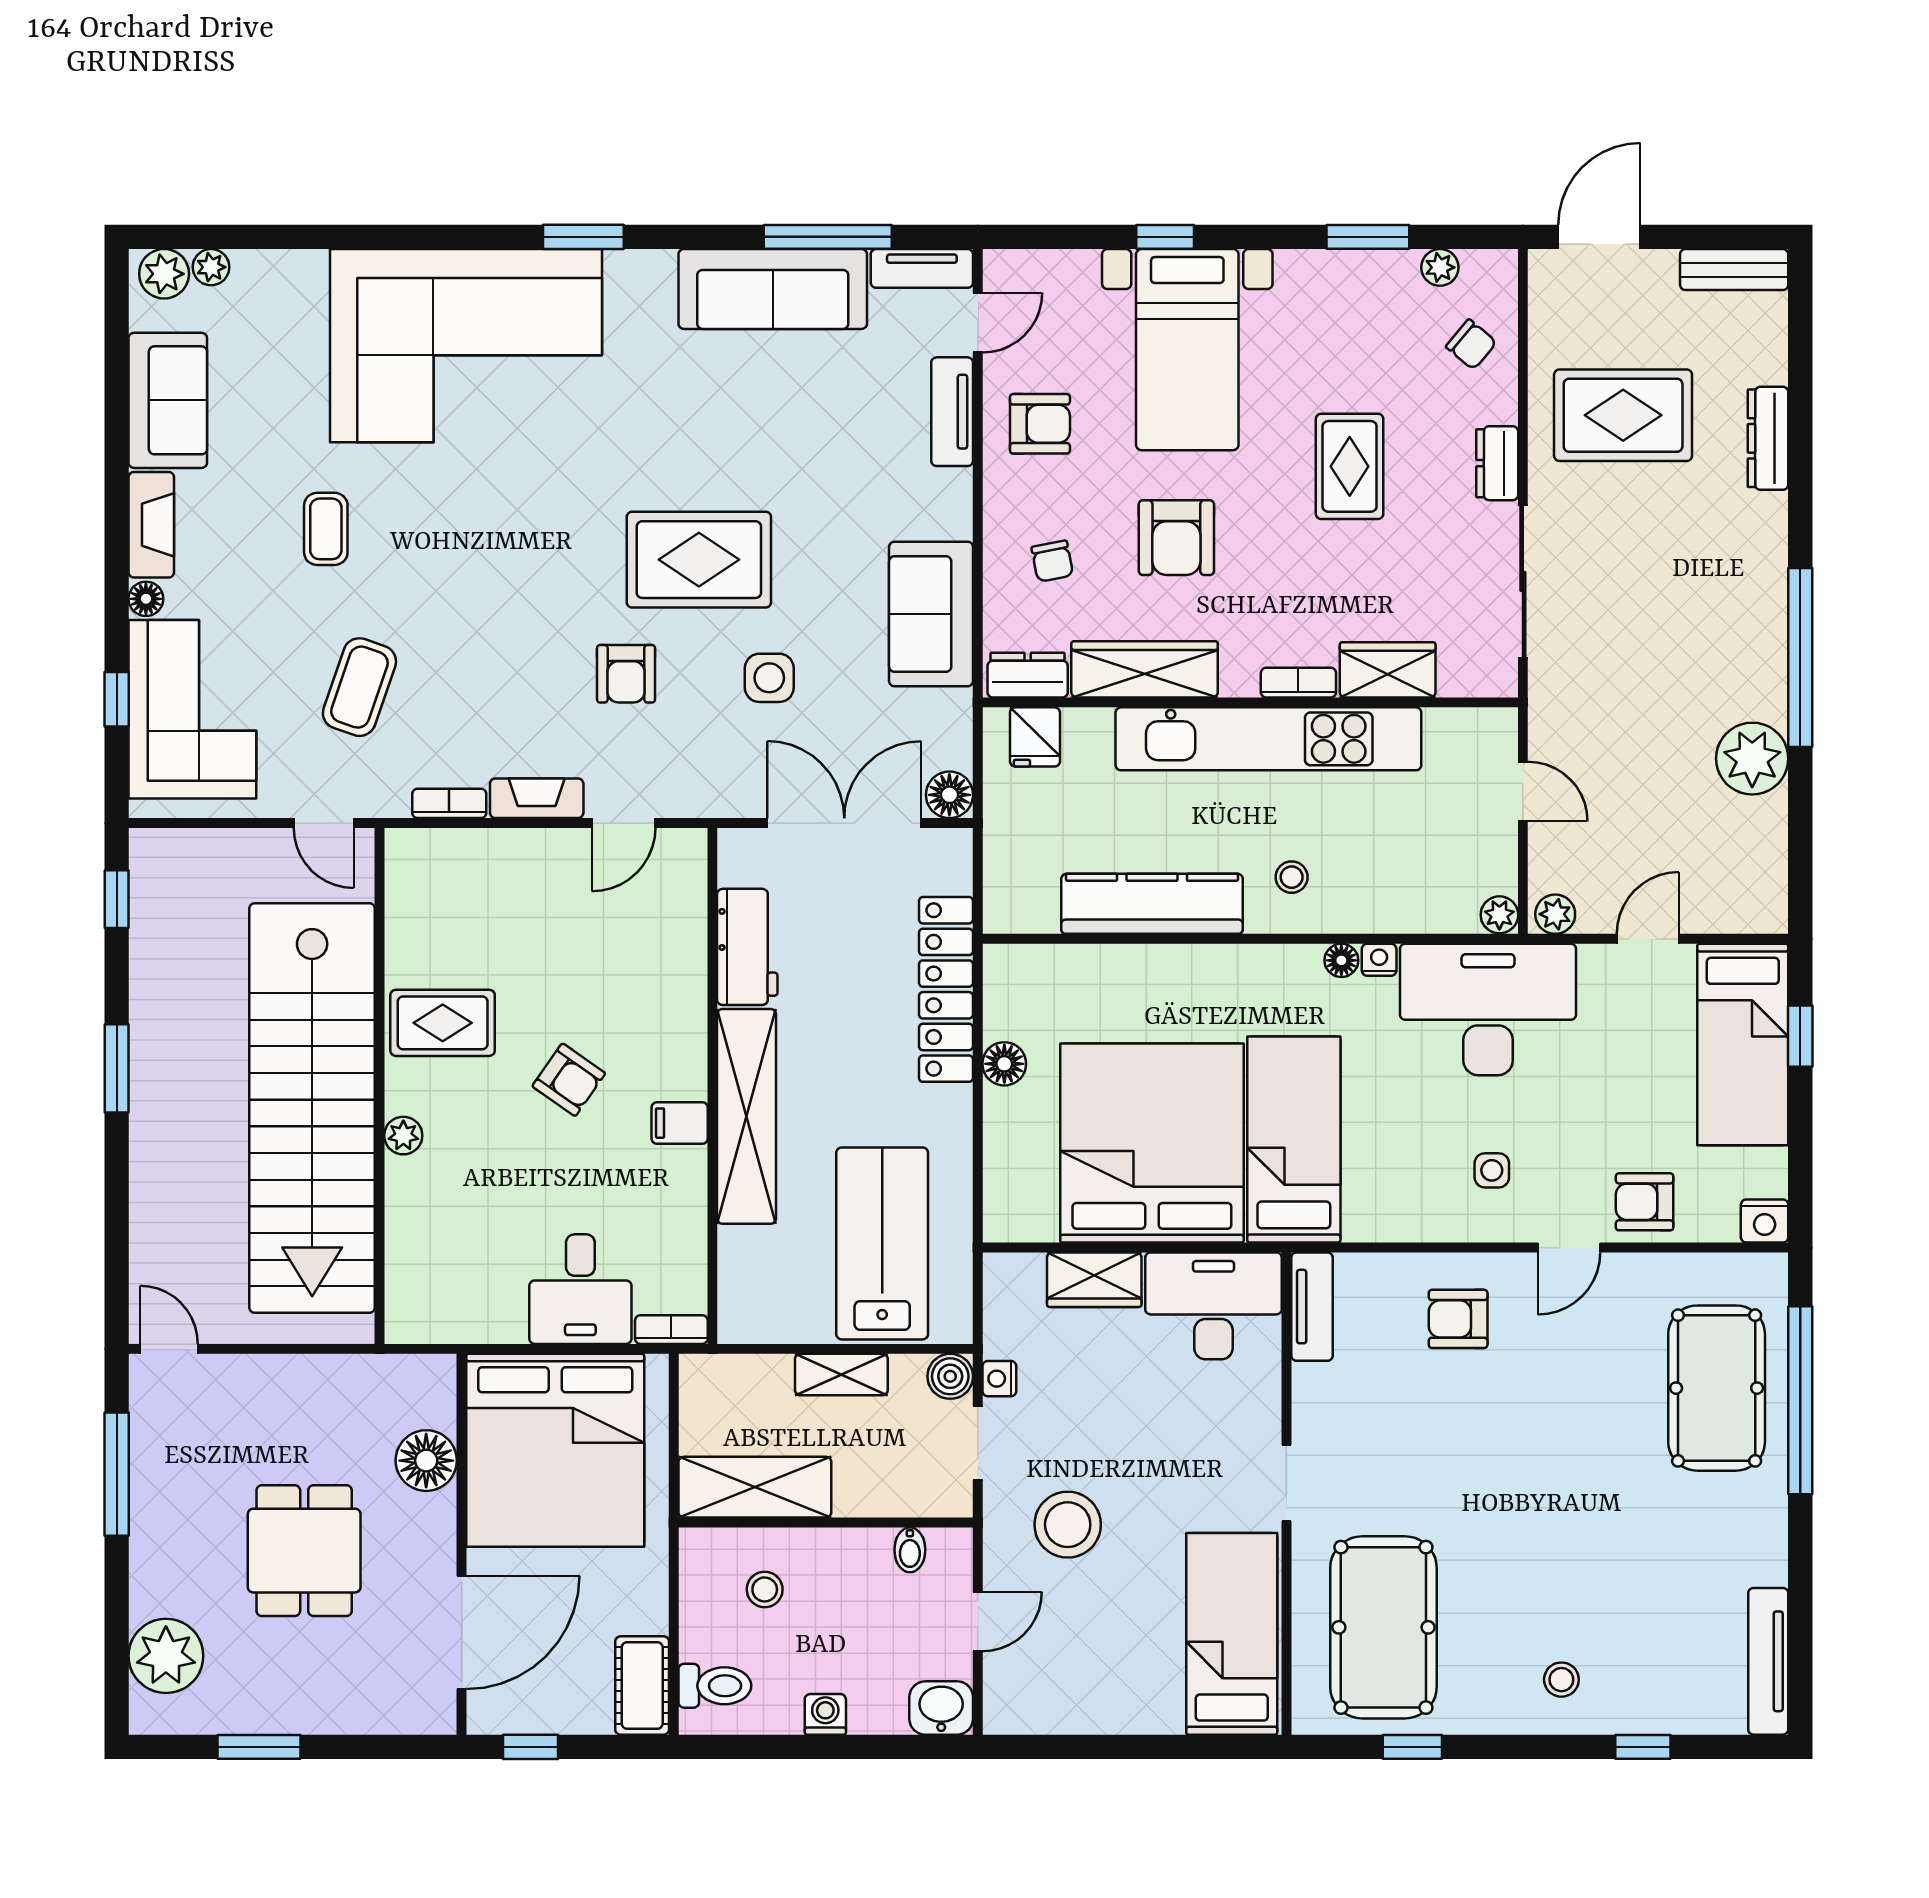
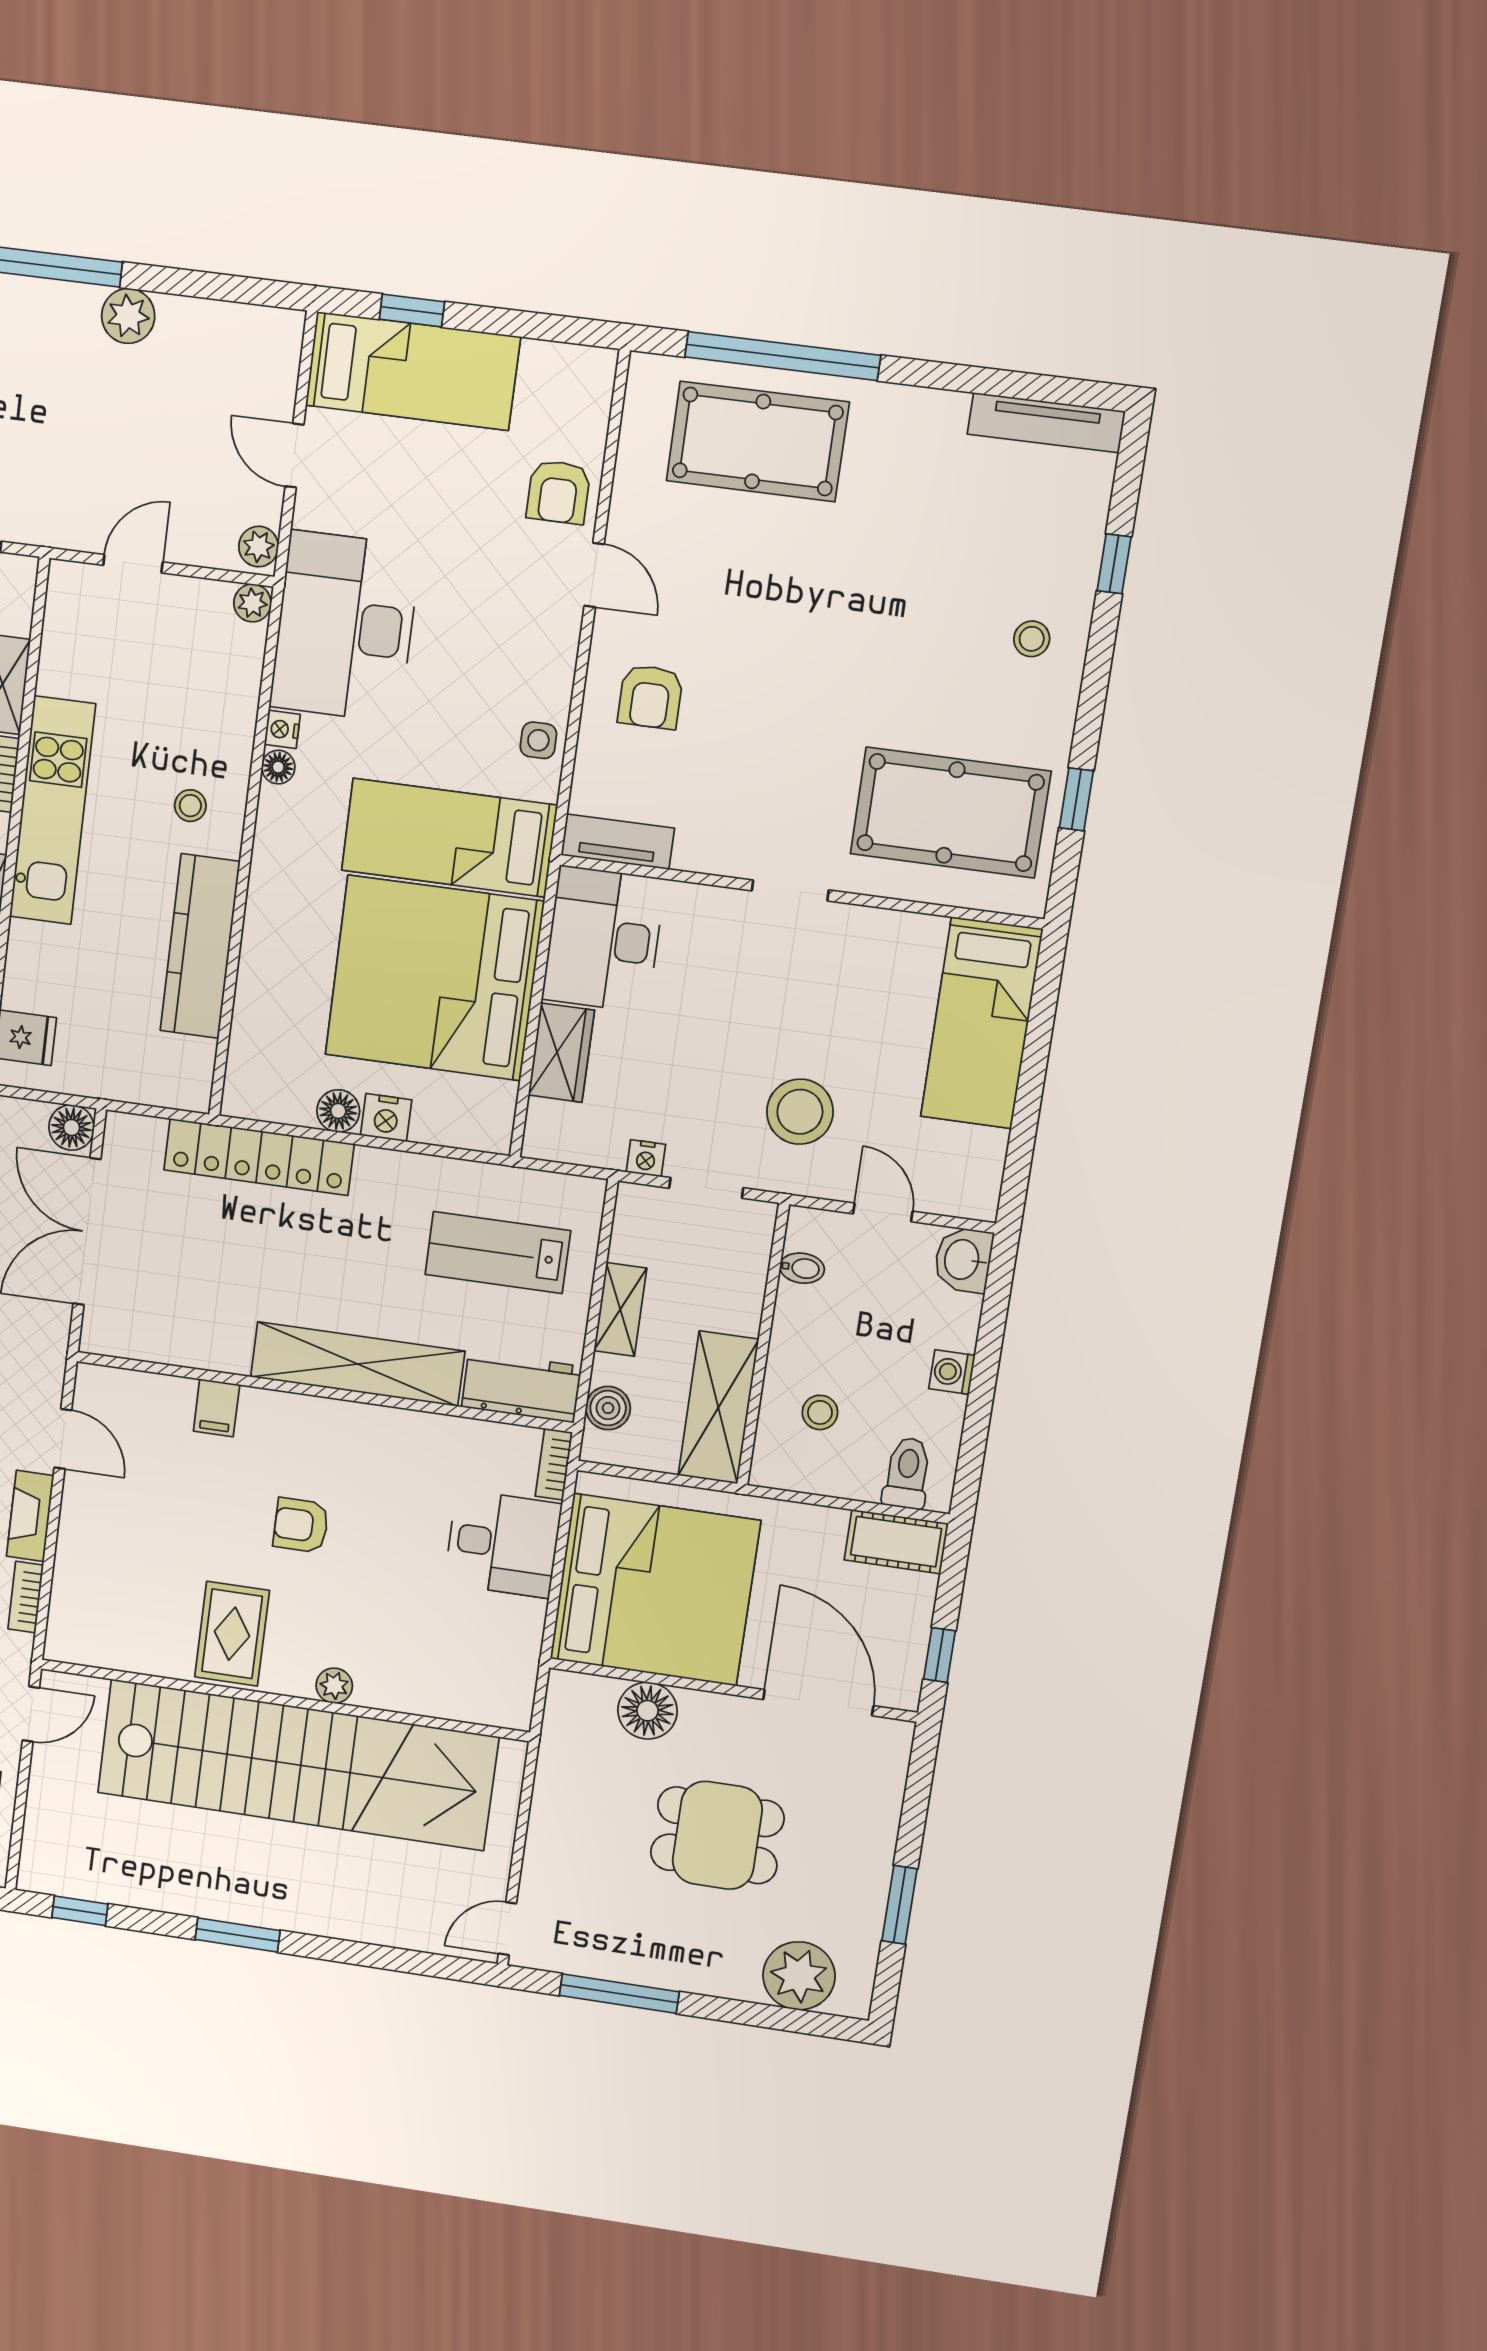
kitchen unit: (1268, 739) -> (53, 810), width x0.73
plant: (1752, 759) -> (128, 316), width x0.73, depth x0.73
workbench: (747, 947) -> (521, 1387), moved
armchair: (569, 1080) -> (301, 1525), turned -125
filing cabinet: (680, 1123) -> (216, 1408), moved
side table: (1492, 1170) -> (538, 740), moved
nightstand: (1765, 1221) -> (386, 1118), moved, turned 90
lab bench: (882, 1243) -> (498, 1253), width x0.73, depth x0.72
boiler: (950, 1376) -> (608, 1408), moved
bed: (1232, 1634) -> (982, 1023), moved, turned -90

